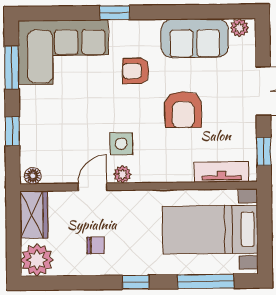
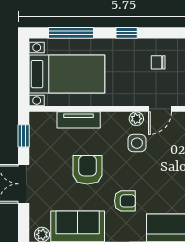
tv unit: (221, 172) -> (79, 120), moved

